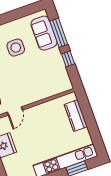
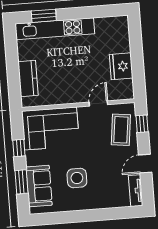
window: (59, 33) -> (21, 182), width x0.69
corner sofa: (47, 81) -> (51, 128), added

